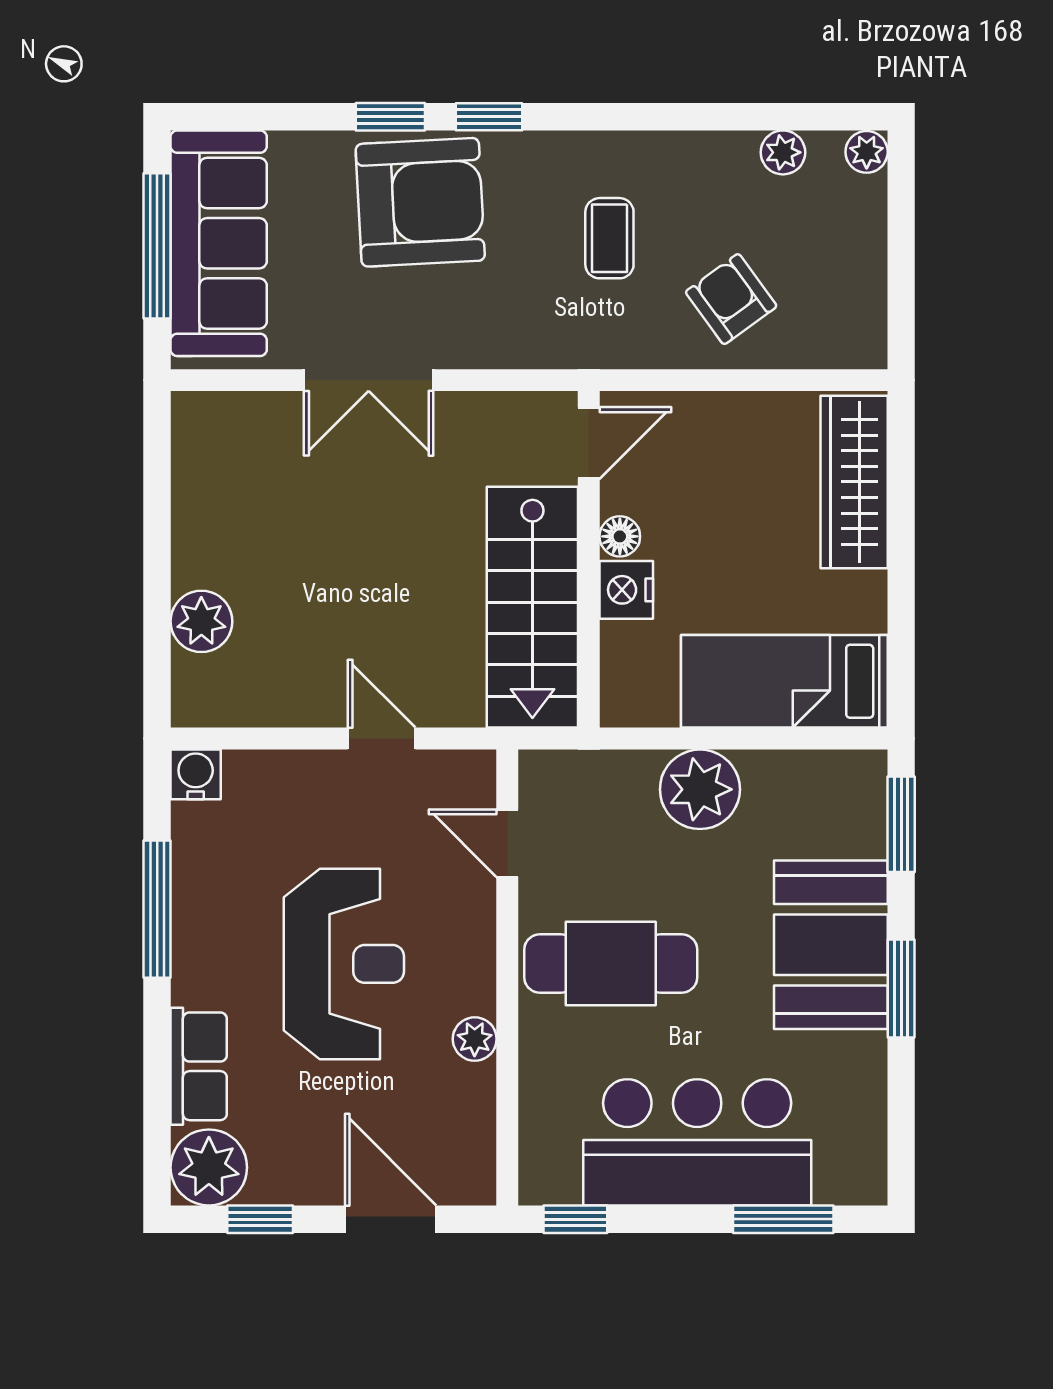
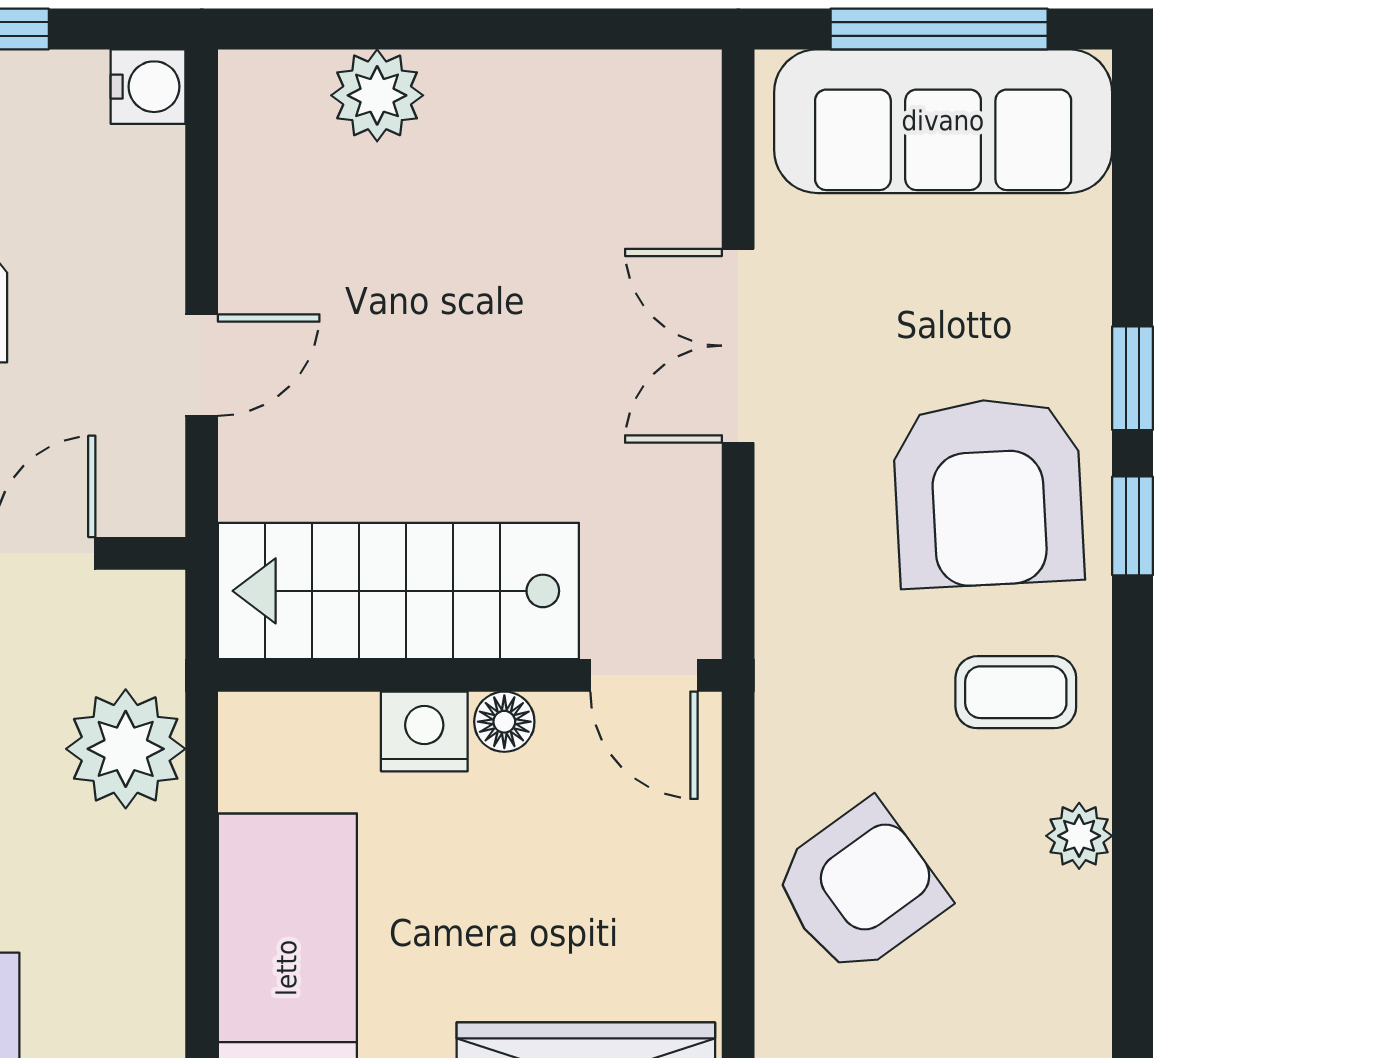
plant: (783, 152) -> (1079, 836), moved
armchair: (420, 202) -> (988, 492), moved
coffee table: (609, 238) -> (1016, 692), moved
armchair: (731, 299) -> (860, 888), width x1.38, depth x1.38
plant: (700, 789) -> (126, 749), moved

